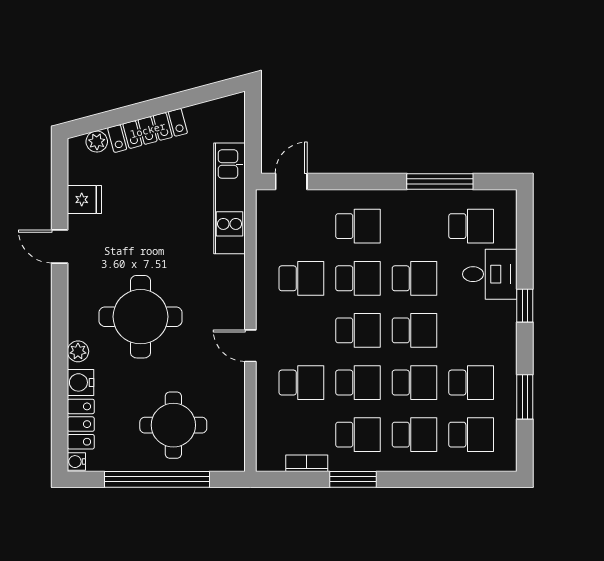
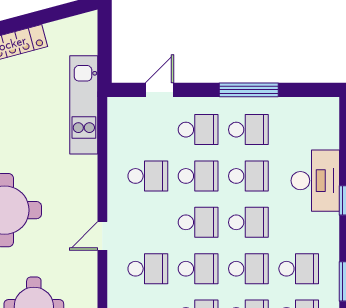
door: (291, 181) -> (159, 90), moved
window: (440, 181) -> (249, 90), moved
school desk: (471, 226) -> (248, 130), moved
desk: (490, 274) -> (315, 181), width x1.37
door: (250, 346) -> (102, 236), hinge flipped

